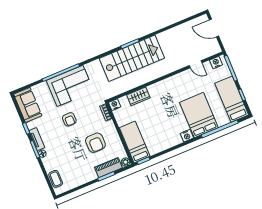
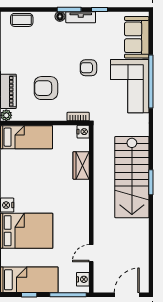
sofa: (28, 105) -> (137, 37), moved, turned 90

